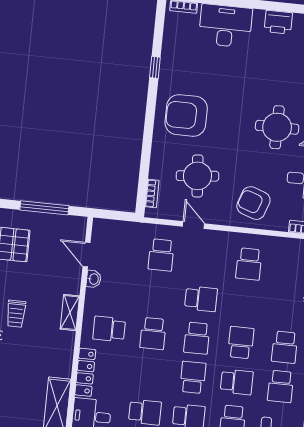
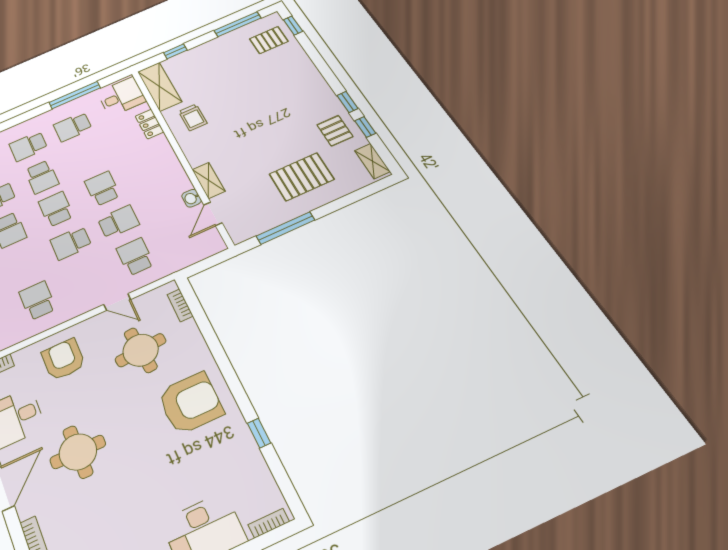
armchair: (253, 203) -> (63, 359), turned -109
door: (87, 254) -> (213, 214), swing flipped
shelving: (70, 313) -> (209, 180), moved
trolley: (16, 314) -> (193, 117), moved, turned 180
school desk: (109, 329) -> (118, 222), moved
locker: (85, 372) -> (149, 124), width x0.66

